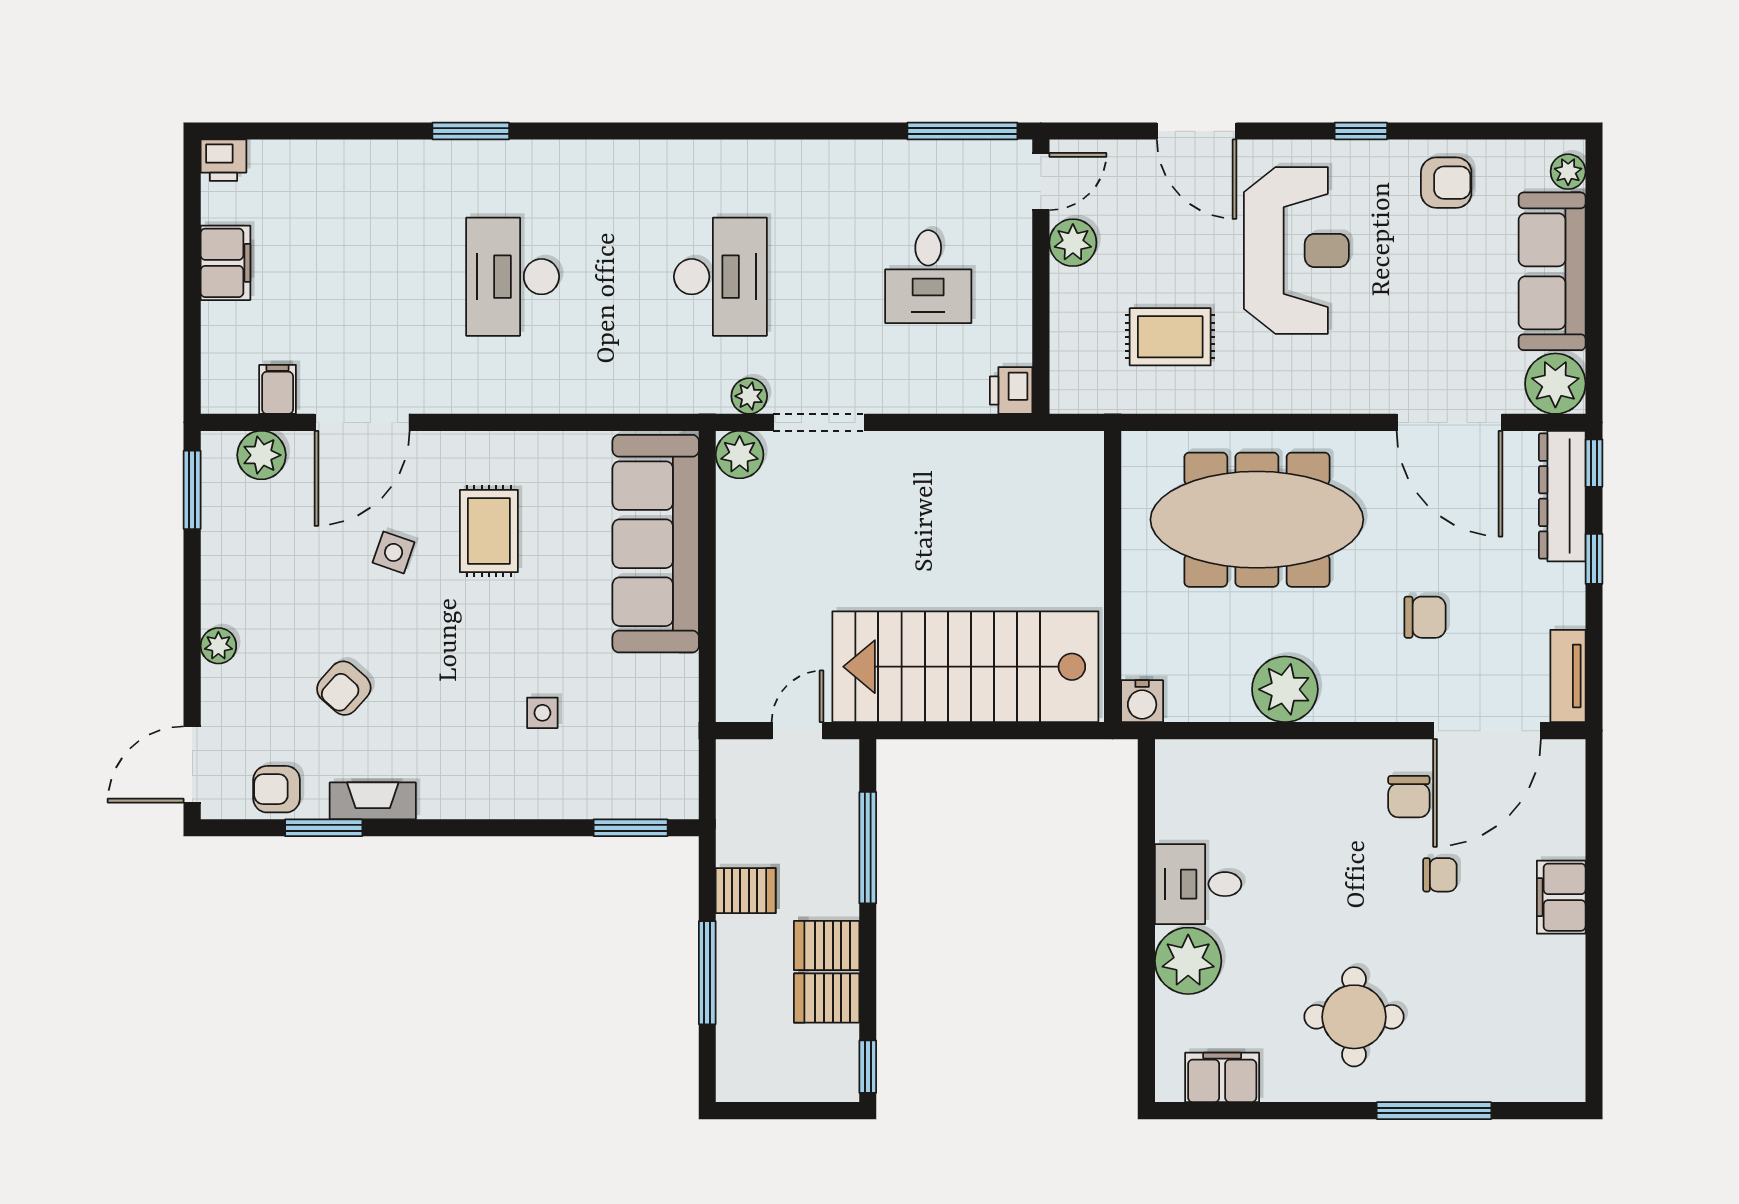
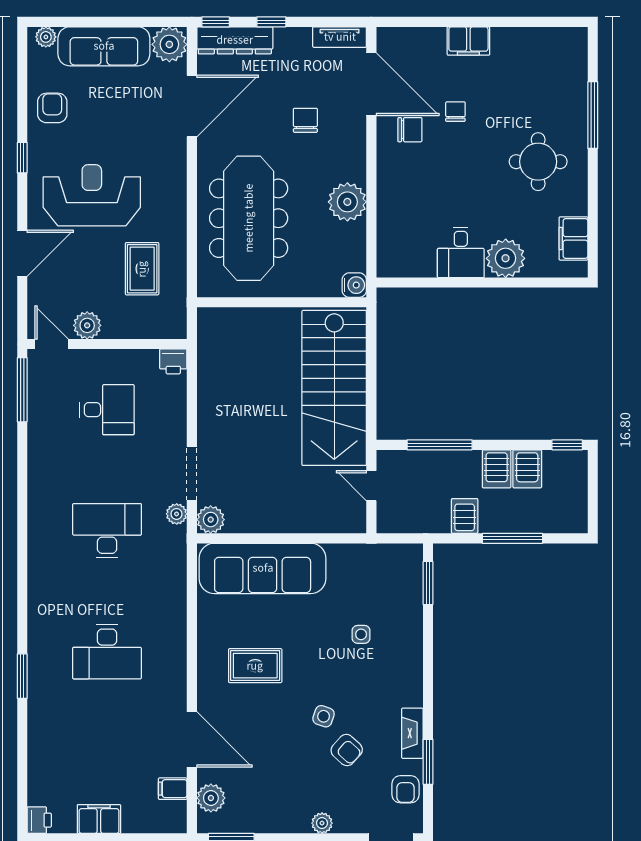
side table: (394, 552) -> (324, 716), moved

